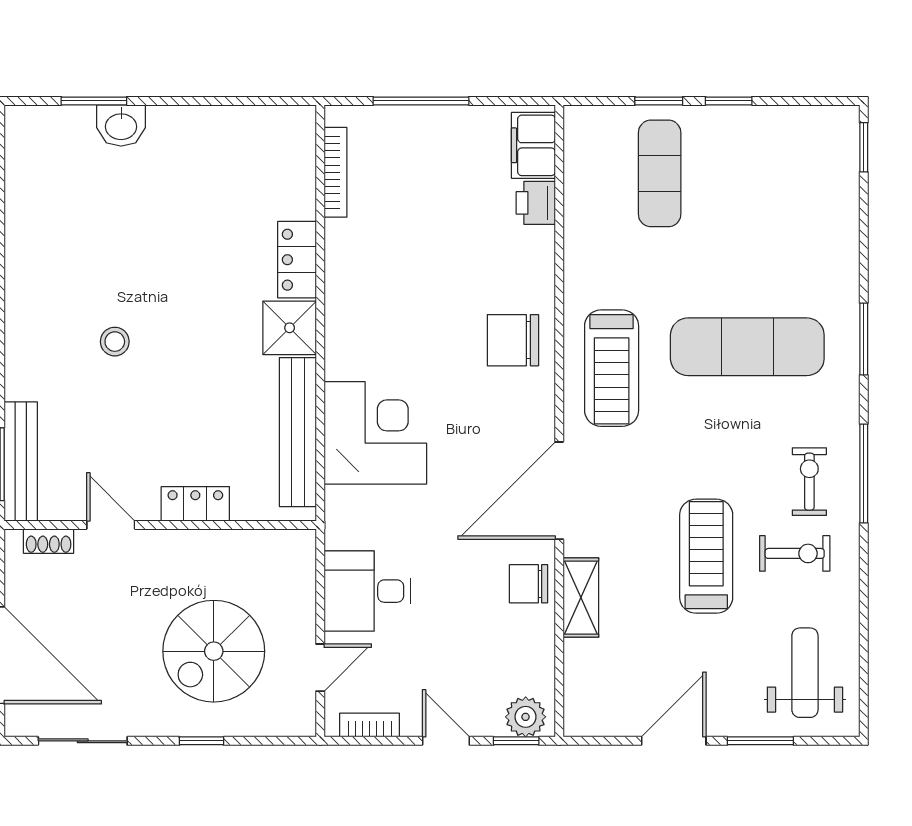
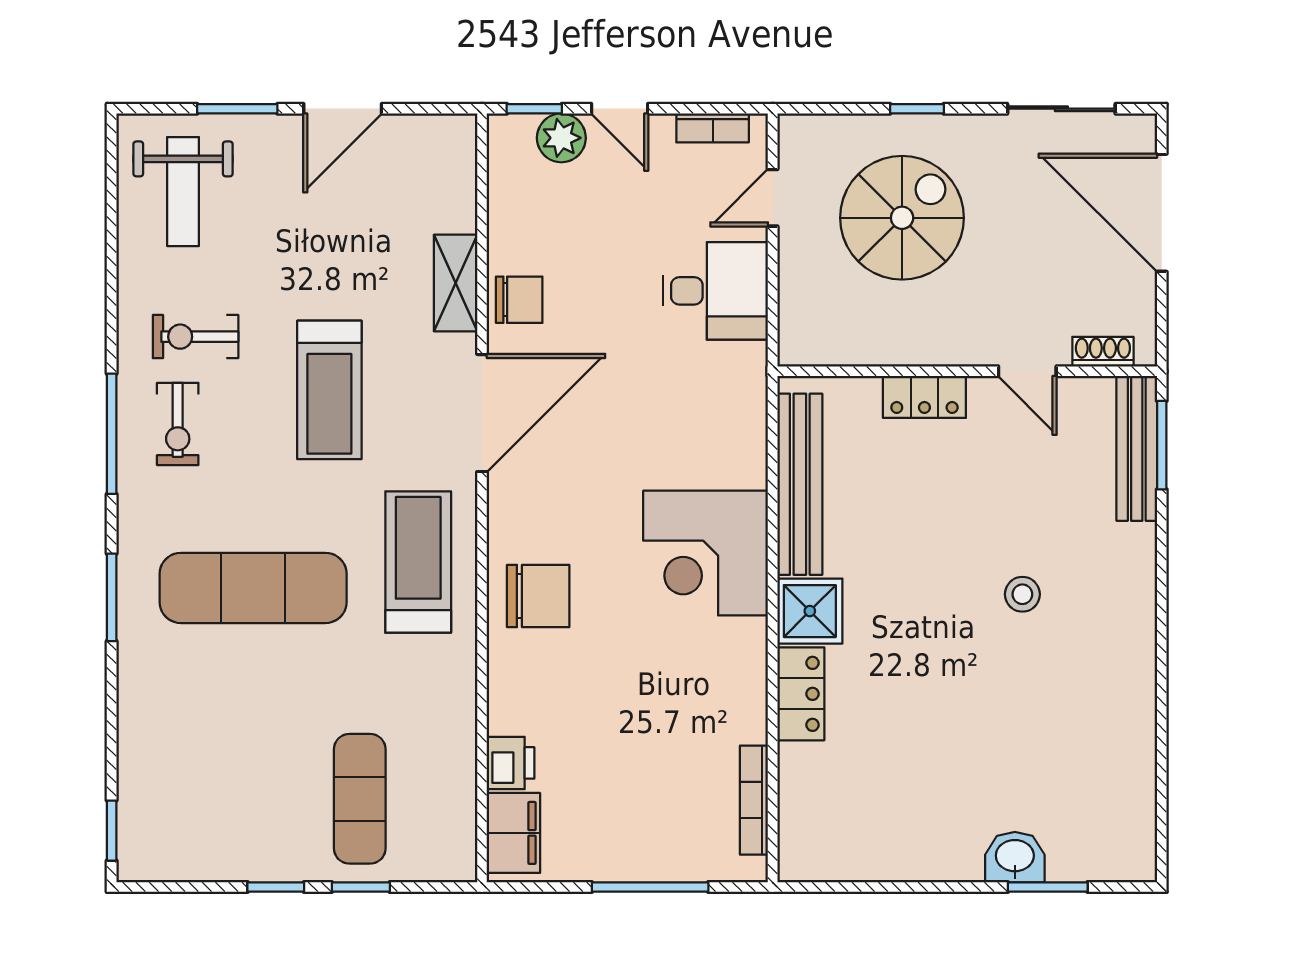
corner desk: (375, 433) -> (706, 553), moved
treadmill: (706, 556) -> (329, 390), moved
plant: (526, 717) -> (561, 138), moved

